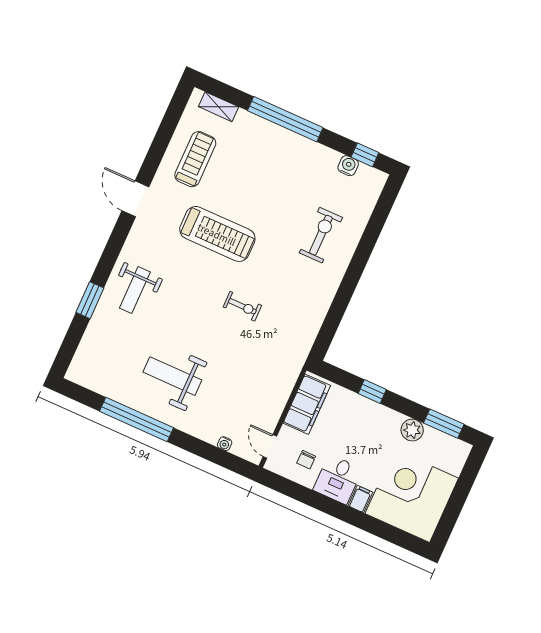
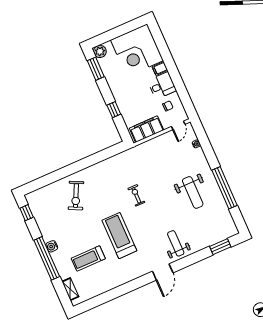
treadmill: (195, 159) -> (88, 258), moved
water cooler: (348, 166) -> (52, 246), moved
door: (135, 199) -> (163, 272), moved
exercise bike: (321, 235) -> (76, 196), turned -64
weight bench: (135, 290) -> (176, 243), turned -90
window: (90, 300) -> (220, 247), moved
plant: (412, 430) -> (100, 51), moved

